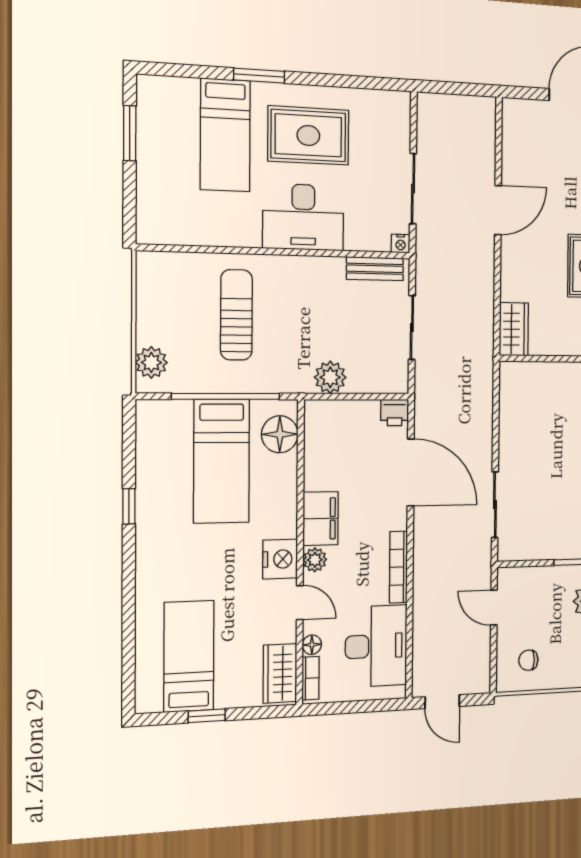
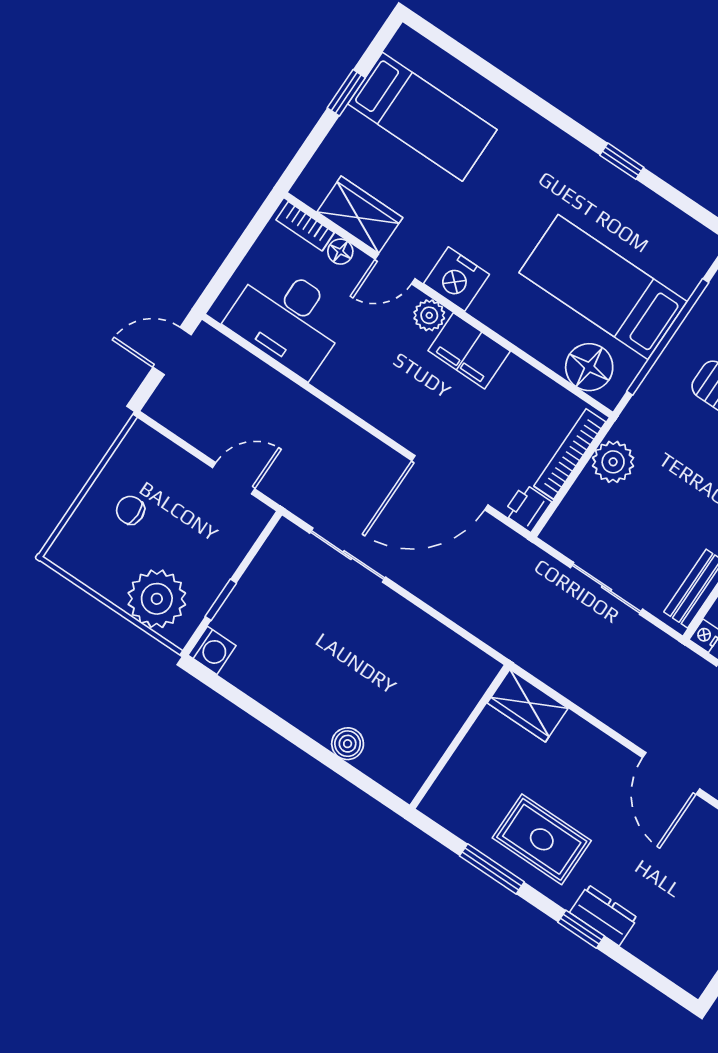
bookcase: (398, 567) -> (570, 454), moved, turned -90
chair: (528, 660) -> (130, 510), moved, turned -90
wardrobe: (280, 673) -> (360, 215), moved

